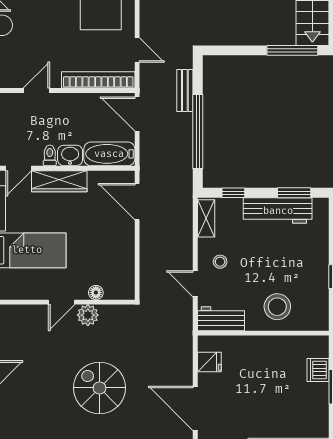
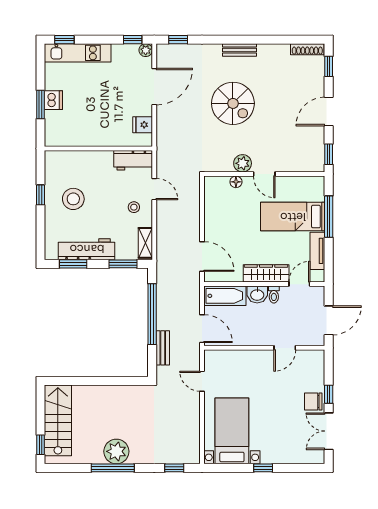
window: (292, 50) -> (74, 381), removed
bookcase: (98, 80) -> (234, 357), removed
window: (233, 193) -> (123, 264), width x1.50
door: (62, 302) -> (264, 174), swing flipped
stool: (277, 307) -> (73, 199), moved
dishwasher: (318, 370) -> (53, 100), moved
door: (195, 408) -> (154, 87), hinge flipped

